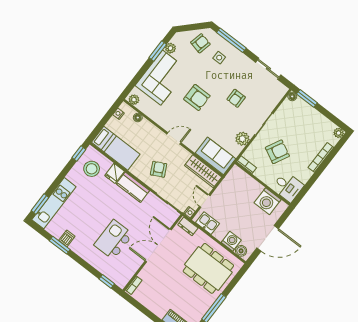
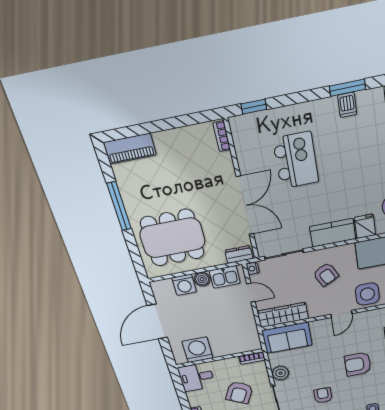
side table: (150, 135) -> (367, 294), added
boiler: (241, 251) -> (202, 279), moved

